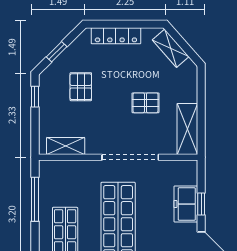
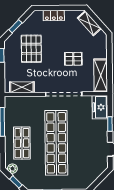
locker: (116, 36) -> (54, 16), width x0.66
pallet: (81, 87) -> (31, 49), width x1.50, depth x1.42
freezer: (186, 204) -> (100, 107), moved

